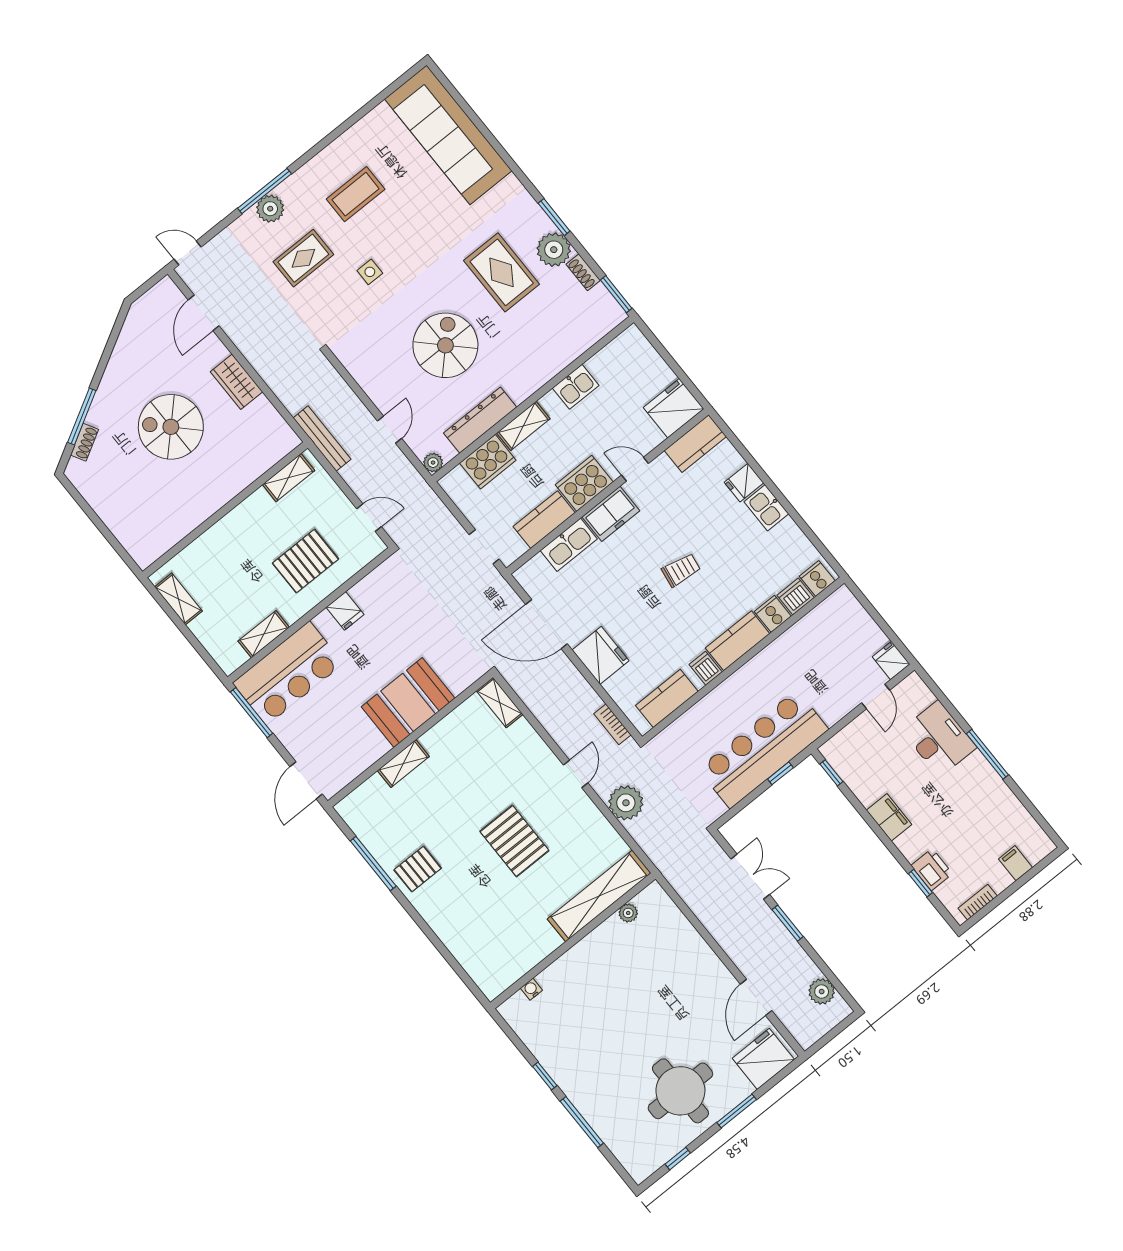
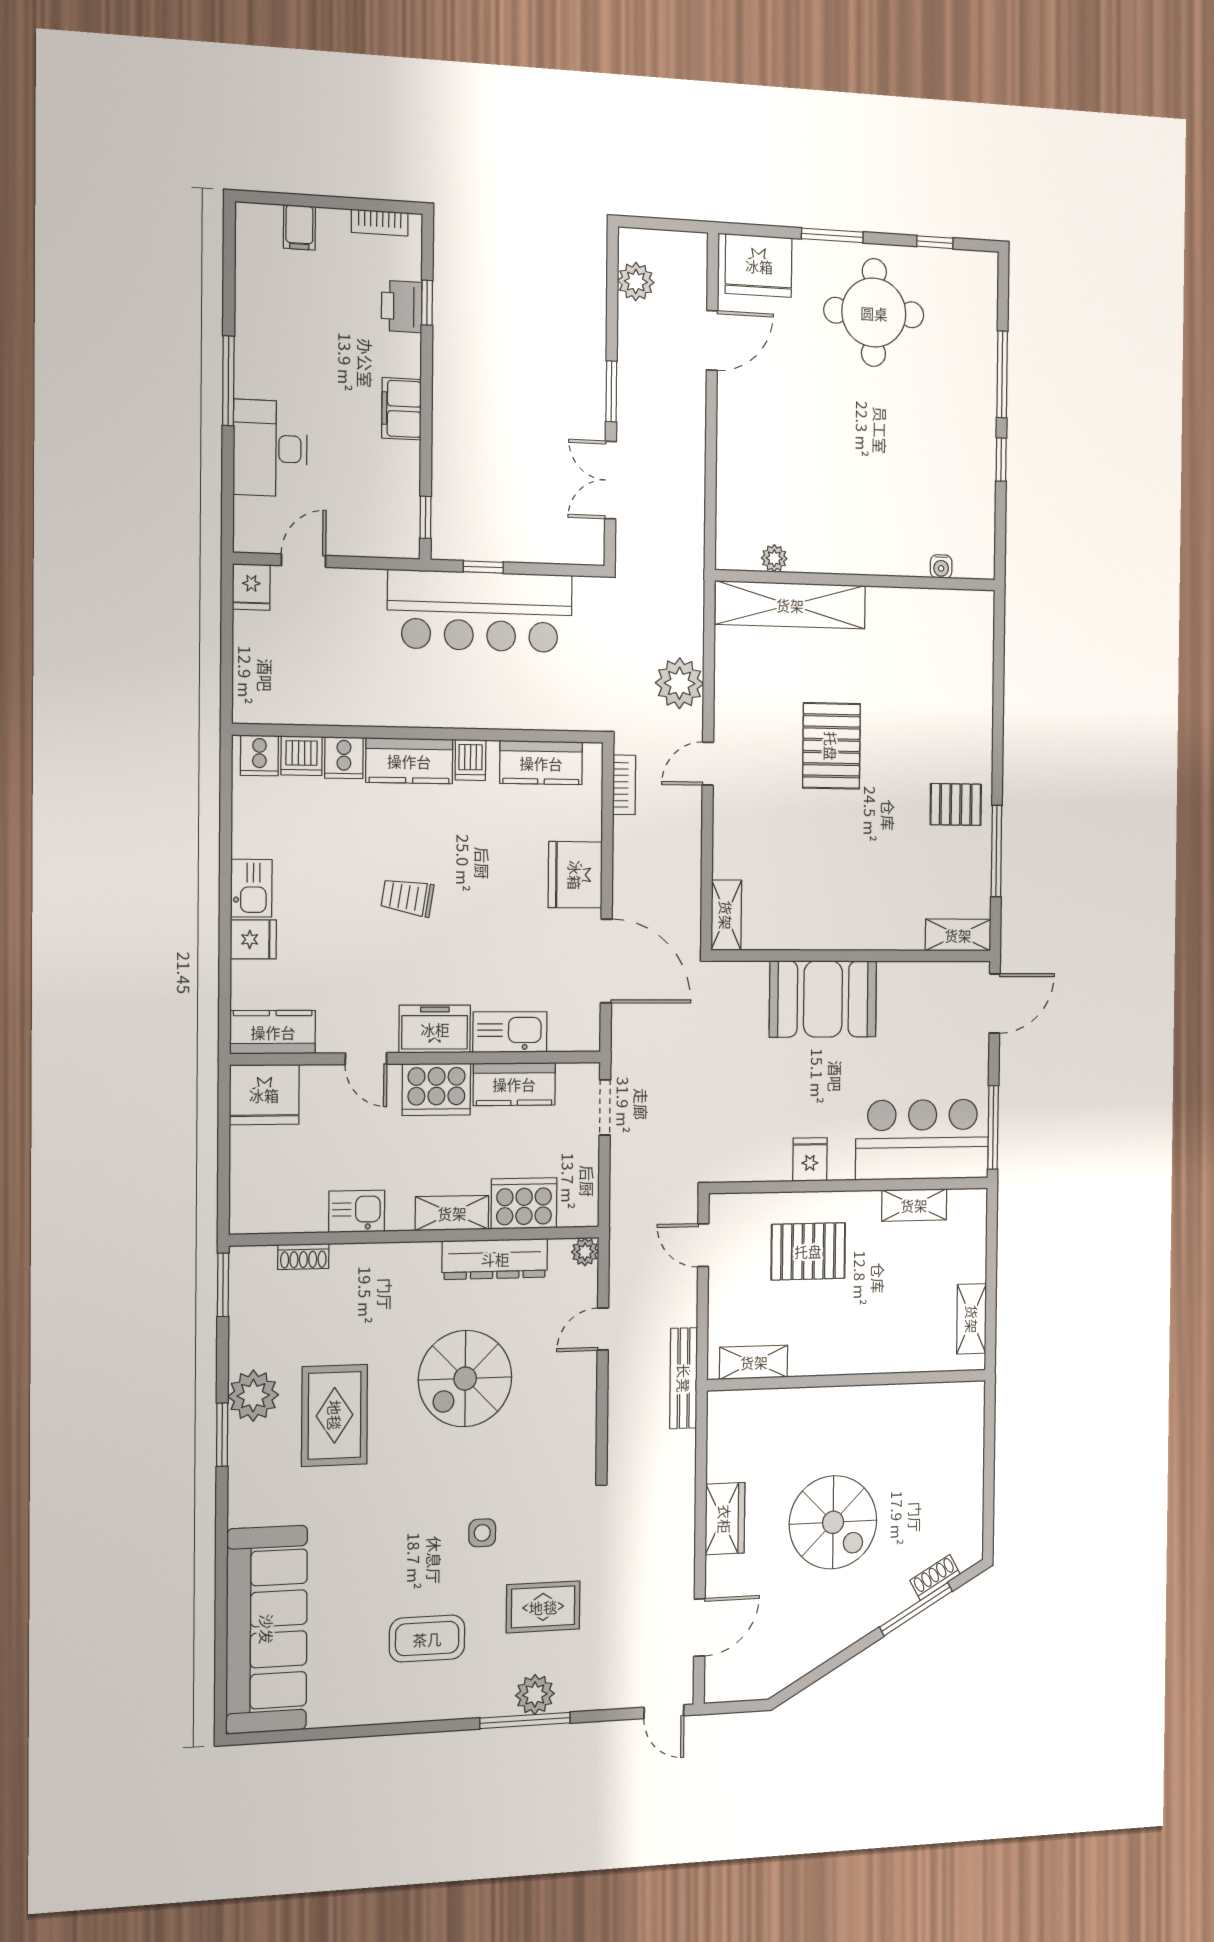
shoe rack: (583, 272) -> (303, 1257), moved, turned 90
shelving: (403, 764) -> (958, 935), moved

